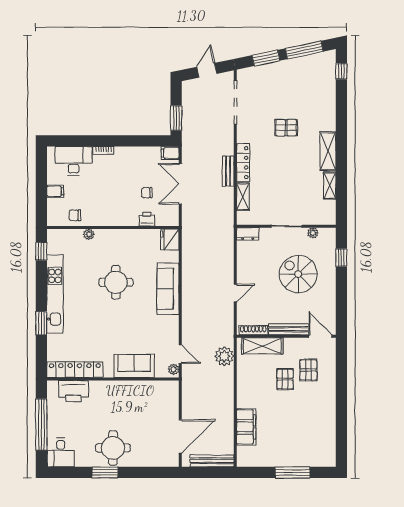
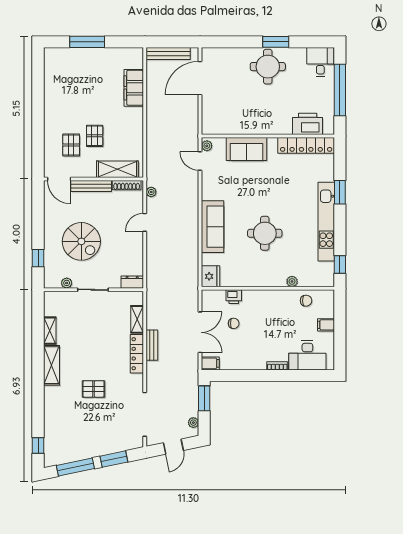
plant: (187, 94) -> (193, 423), added
plant: (224, 356) -> (151, 192), moved, width x0.53, depth x0.53

